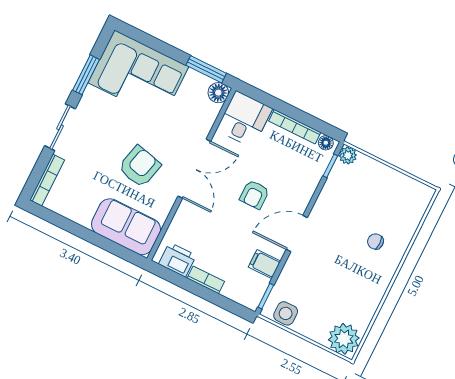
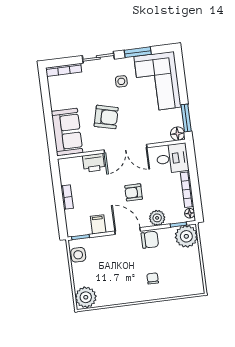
side table: (108, 119) -> (121, 81), added
plant: (348, 155) -> (186, 236), width x1.88, depth x1.88
plant: (305, 186) -> (157, 218), added
chair: (326, 213) -> (150, 240), added
printer: (177, 260) -> (94, 163), moved, turned 90

